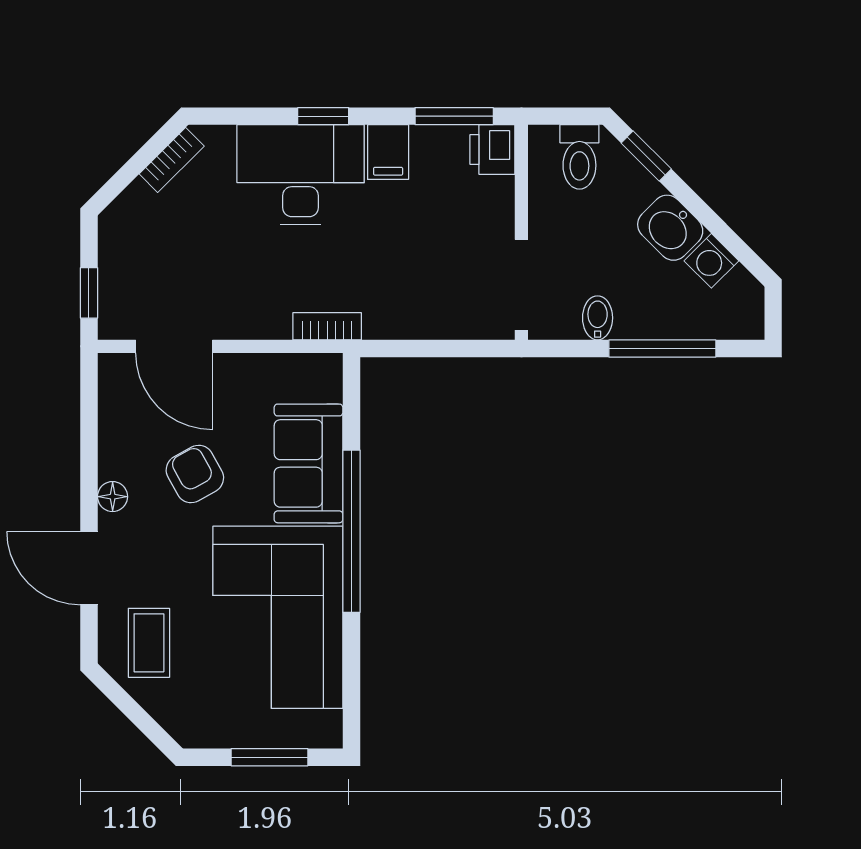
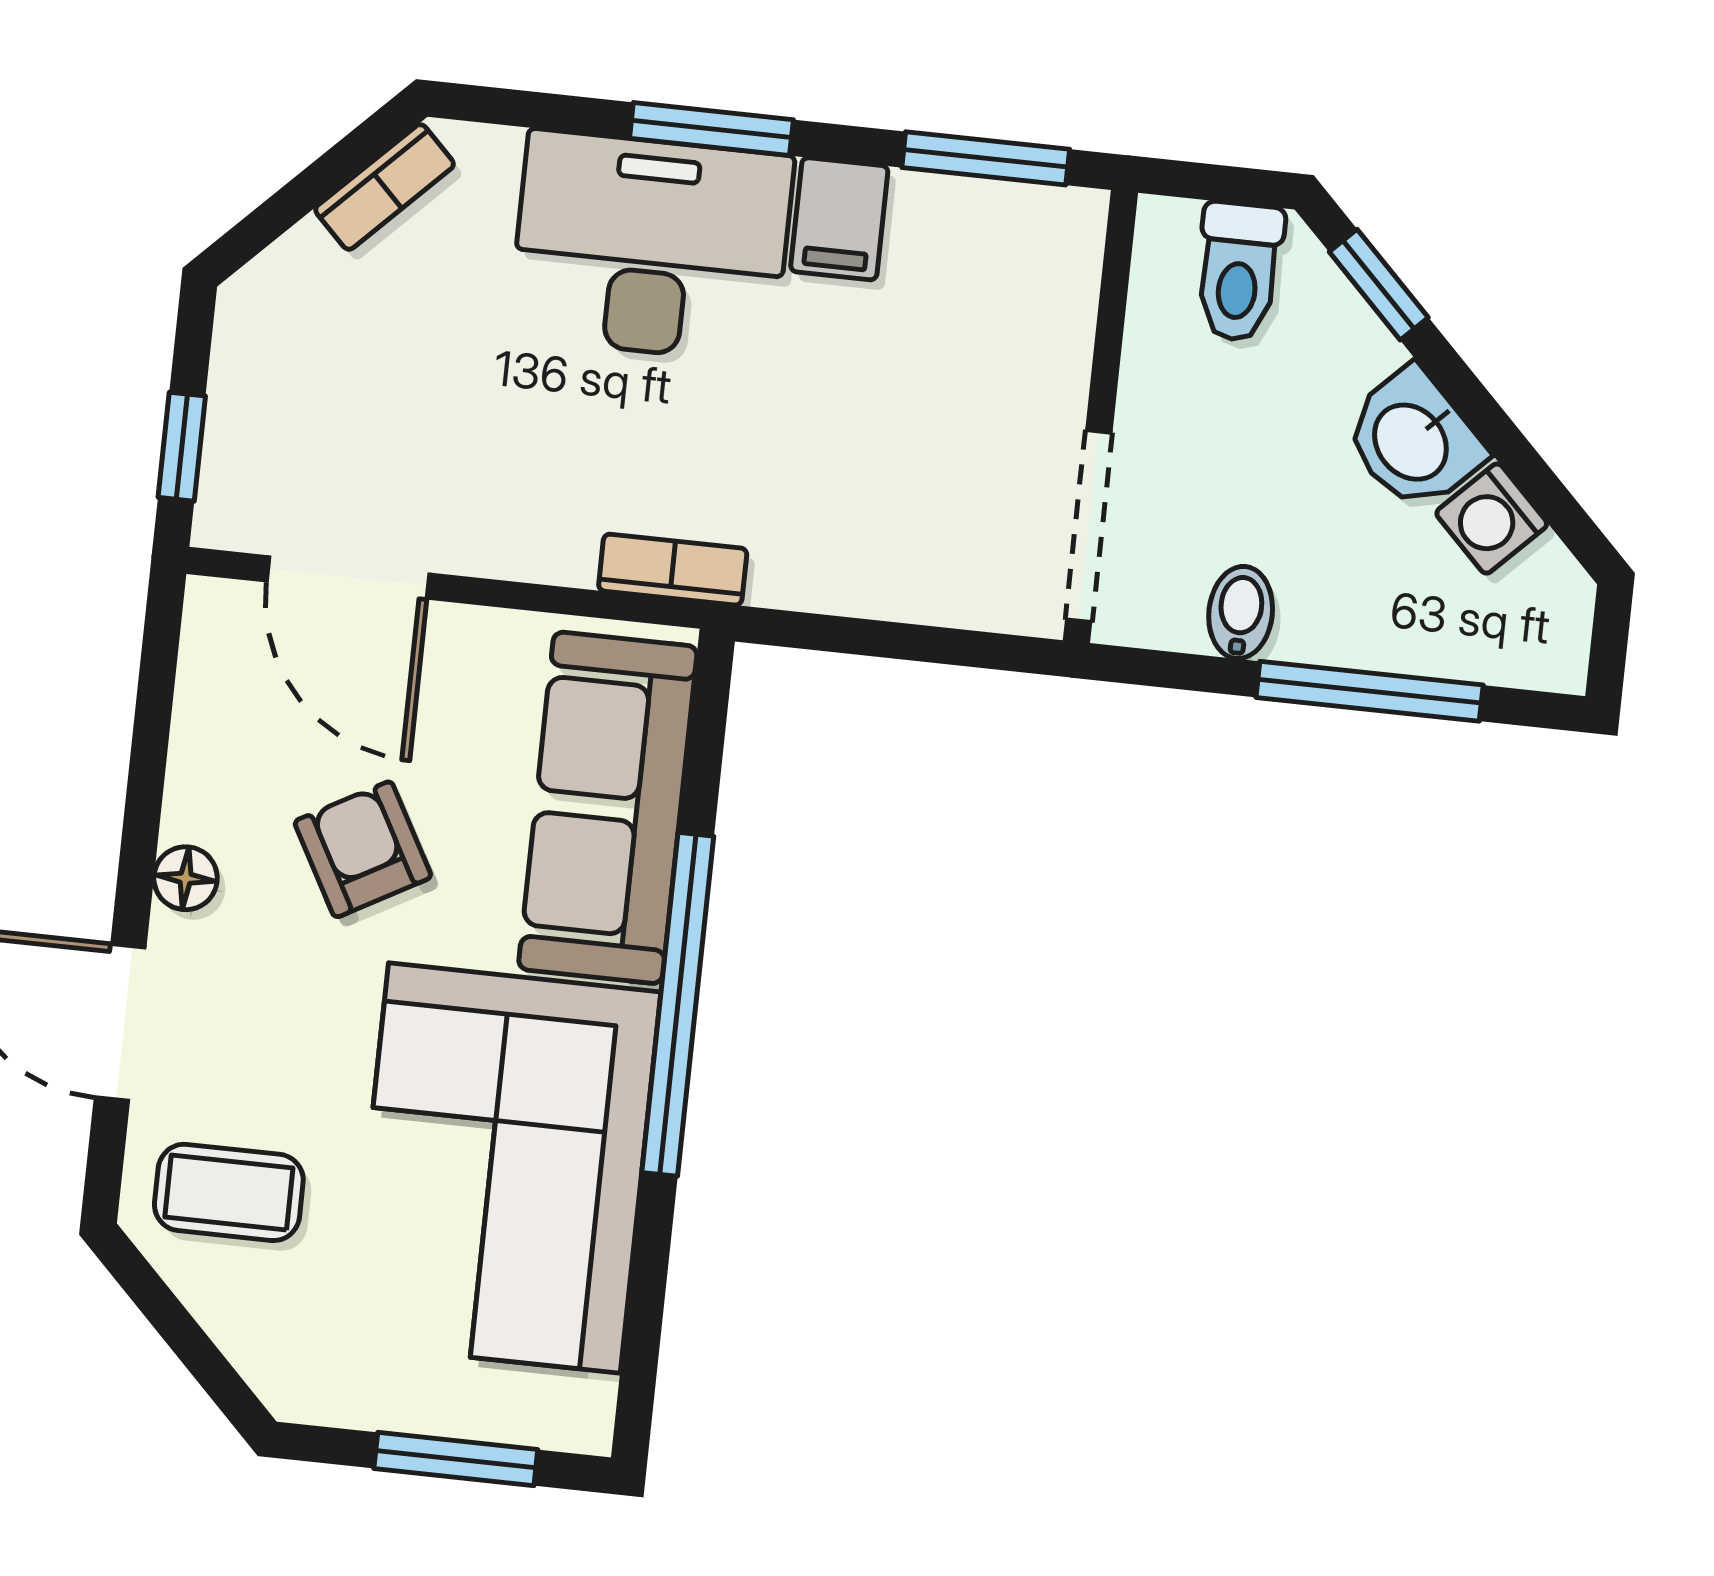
window: (323, 116) -> (711, 129), width x1.50
printer: (492, 149) -> (1058, 237), removed
sofa: (309, 463) -> (608, 808), width x1.36
coffee table: (149, 643) -> (229, 1192), turned 90

